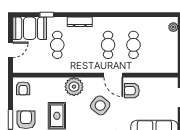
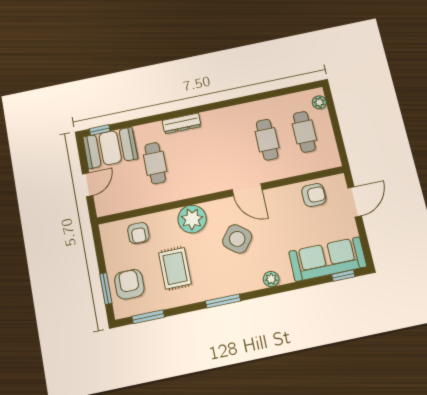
window: (47, 15) -> (100, 130), moved
cafe table: (108, 45) -> (304, 132), moved
armchair: (23, 88) -> (138, 233), moved
armchair: (132, 91) -> (314, 195), moved, turned 180

